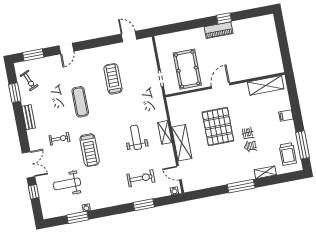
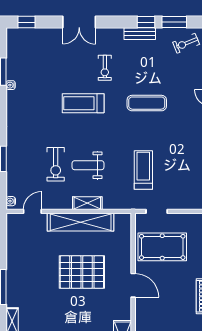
treadmill: (113, 79) -> (143, 170), moved, turned -90
window: (19, 114) -> (146, 22), added
weight bench: (136, 137) -> (88, 165), turned 180
shelving: (182, 143) -> (81, 222), width x1.47
exercise bike: (141, 178) -> (56, 164), moved
weight bench: (67, 184) -> (46, 66), removed
window: (34, 192) -> (27, 22), moved

